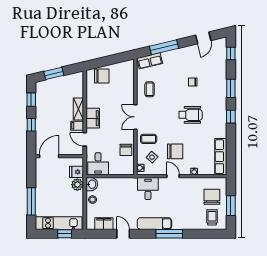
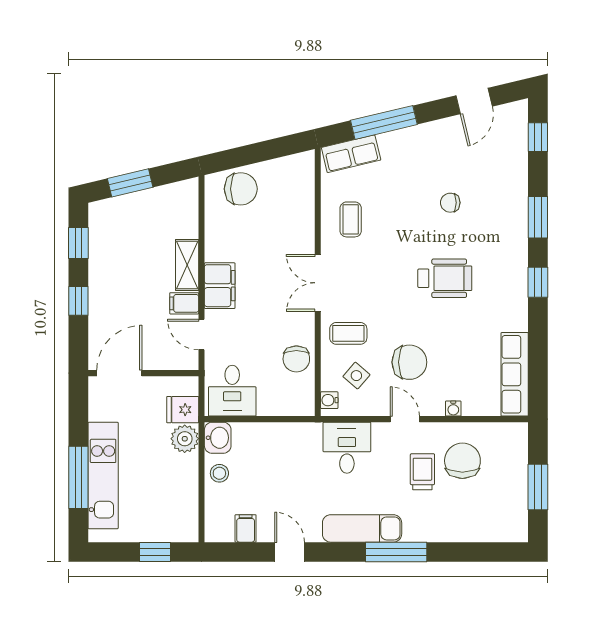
chair: (212, 197) -> (462, 461), moved
trolley: (212, 217) -> (422, 472), moved
kitchen unit: (59, 223) -> (103, 475), moved, turned 90
filing cabinet: (104, 224) -> (246, 528), width x0.50

